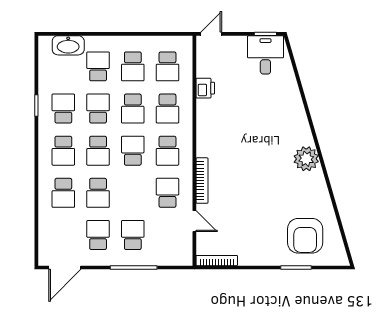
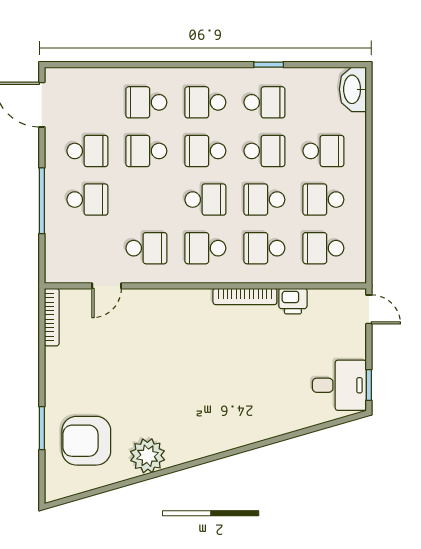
washbasin: (68, 45) -> (353, 89), moved
plant: (306, 159) -> (148, 456), moved
bookcase: (202, 181) -> (245, 296), moved

